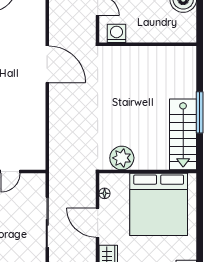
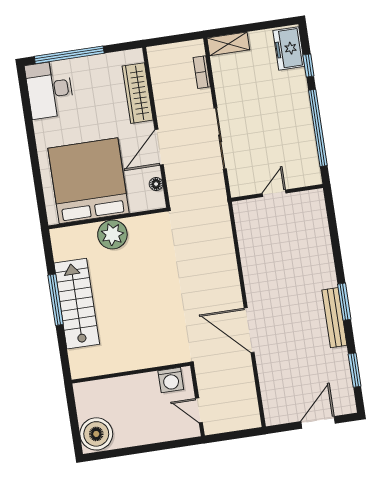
stairs: (183, 134) -> (77, 304), moved
plant: (122, 158) -> (112, 235), moved
door: (98, 223) -> (159, 147), swing flipped

